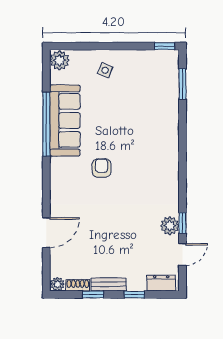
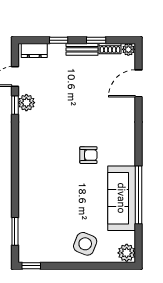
side table: (105, 70) -> (85, 244), width x1.87, depth x1.87
armchair: (102, 168) -> (88, 155), turned -90
door: (46, 233) -> (139, 83), moved

